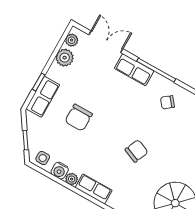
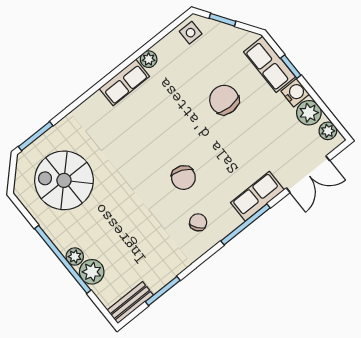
chair: (137, 151) -> (183, 178), moved
water cooler: (60, 171) -> (295, 93), moved, turned 90

